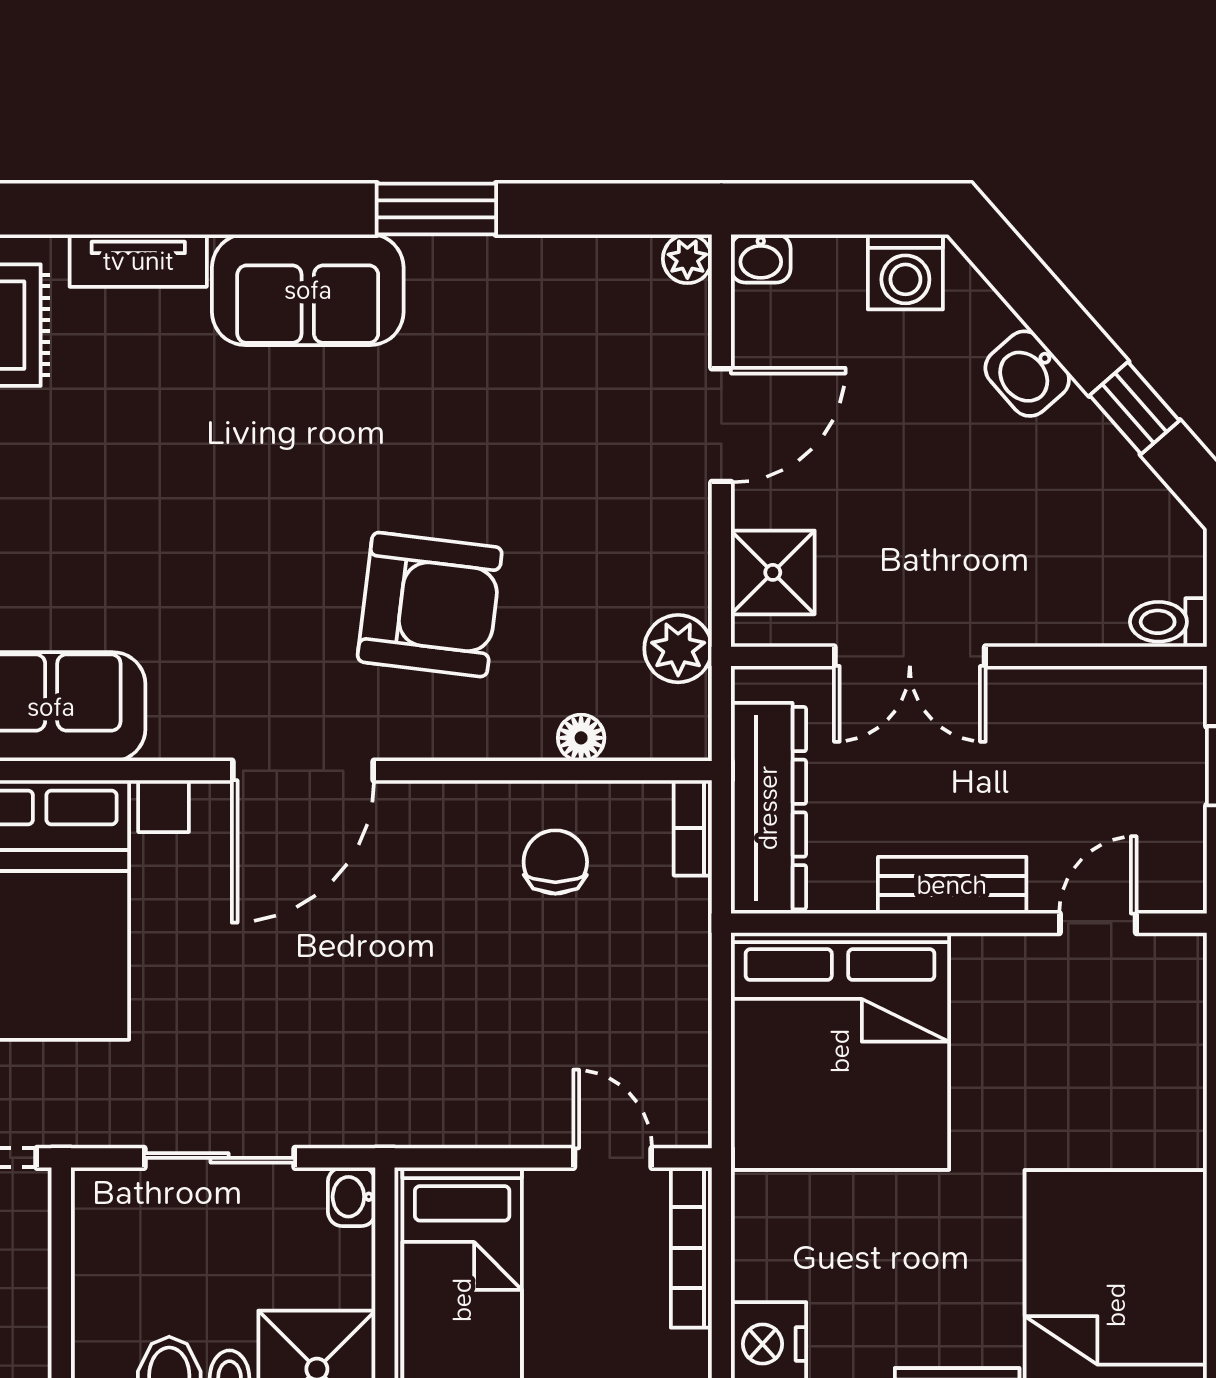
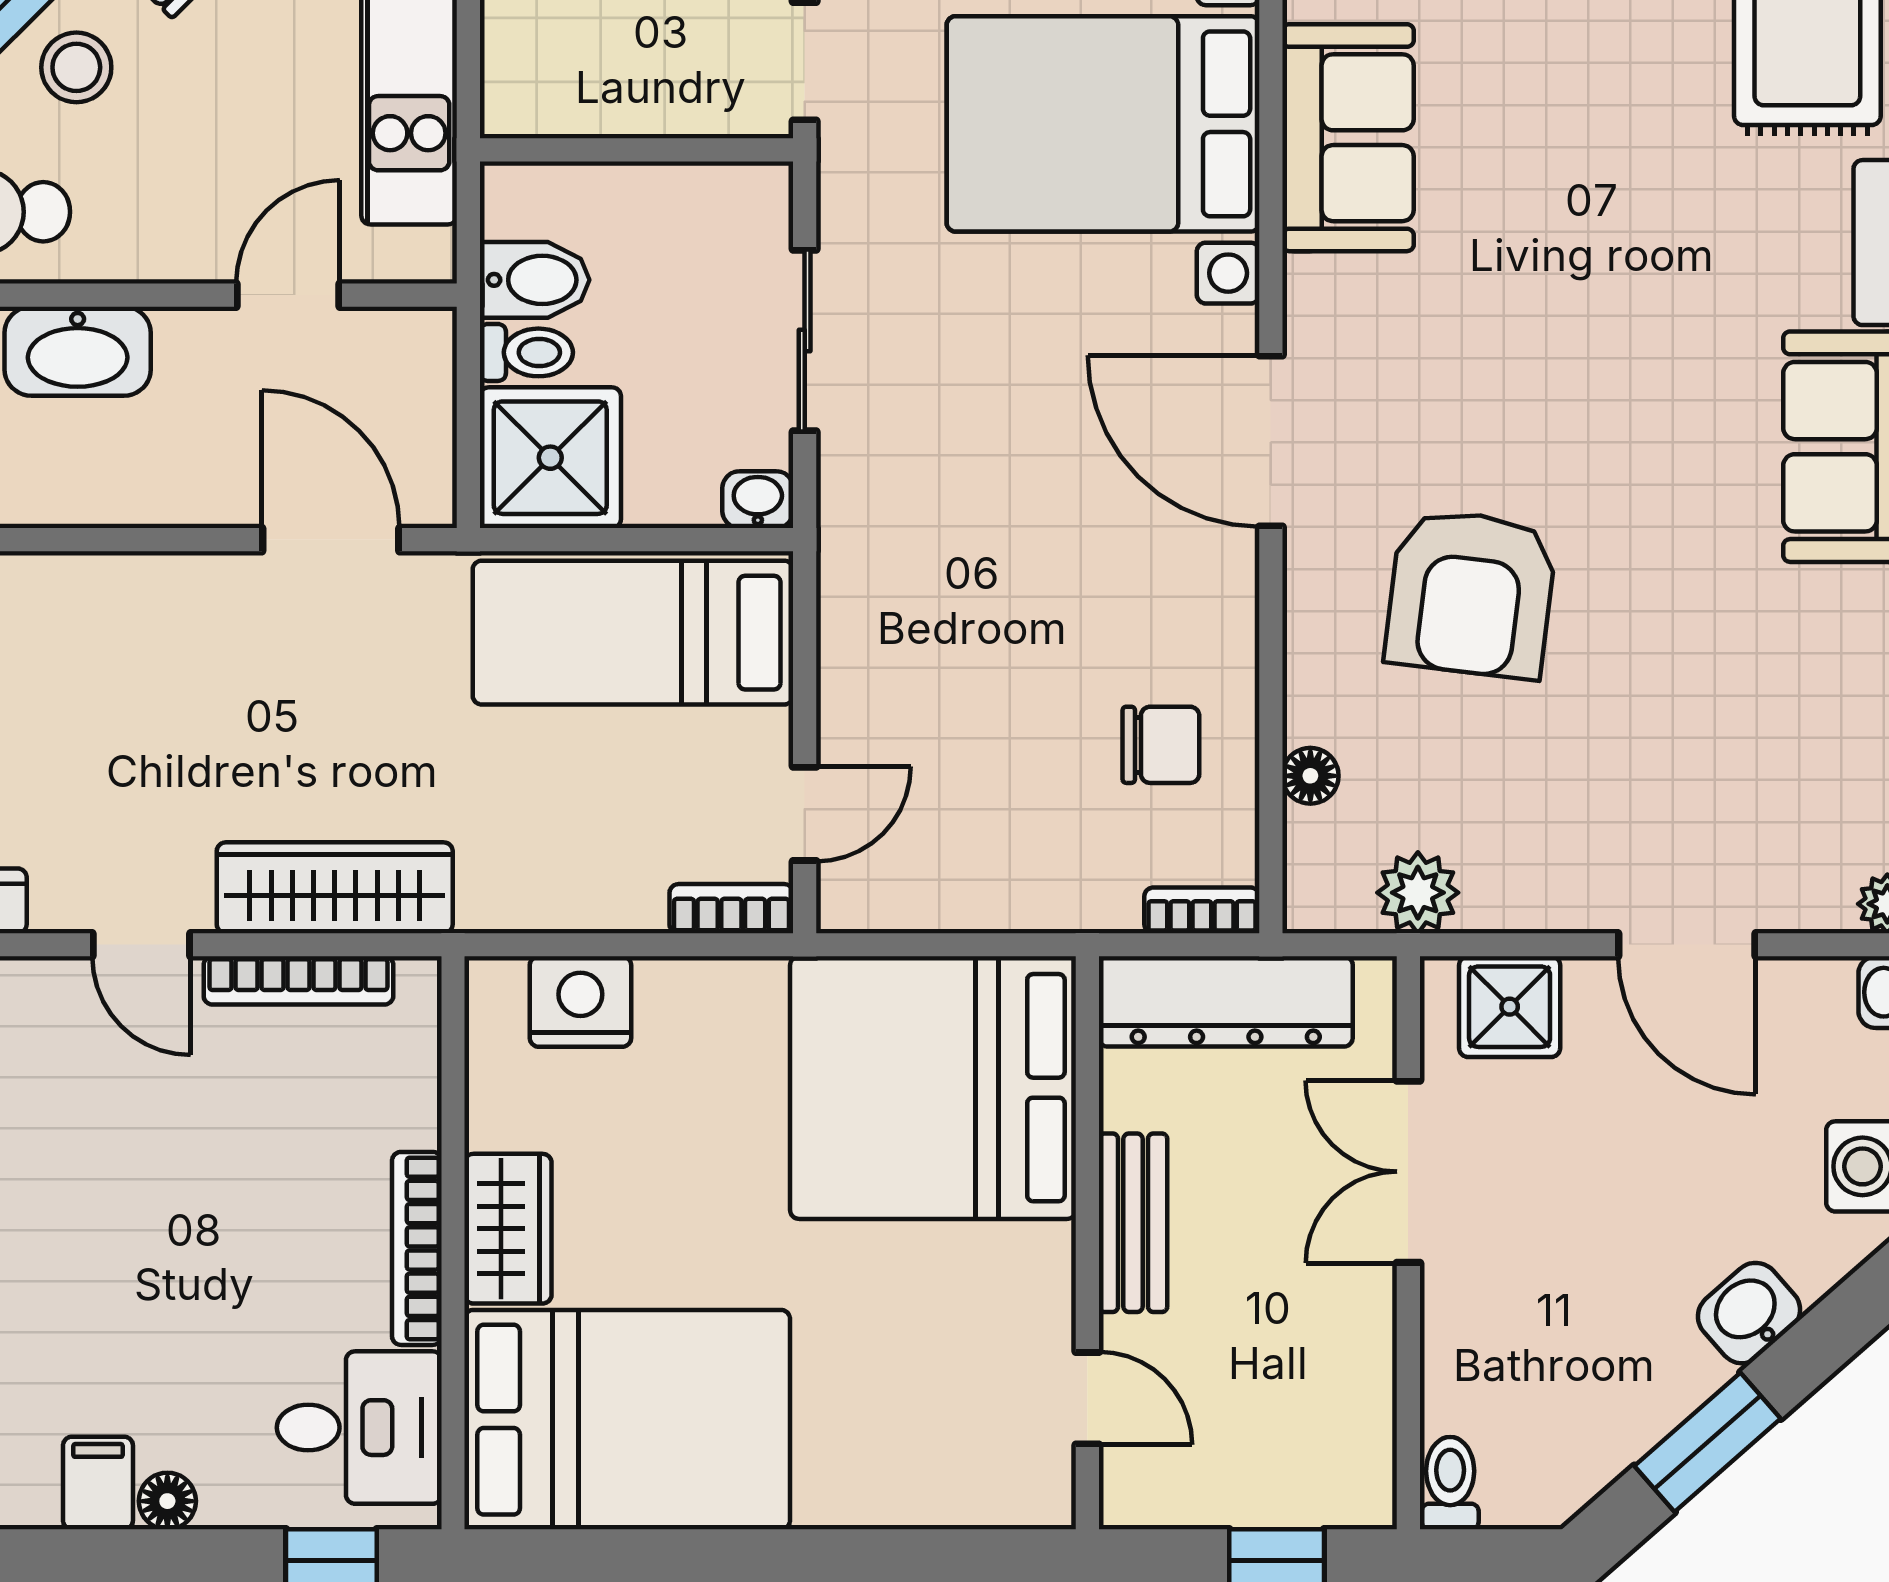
window: (1135, 408) -> (1707, 1442), width x1.50
bookcase: (691, 1248) -> (731, 909), width x0.64

